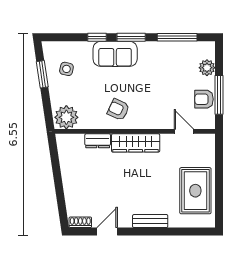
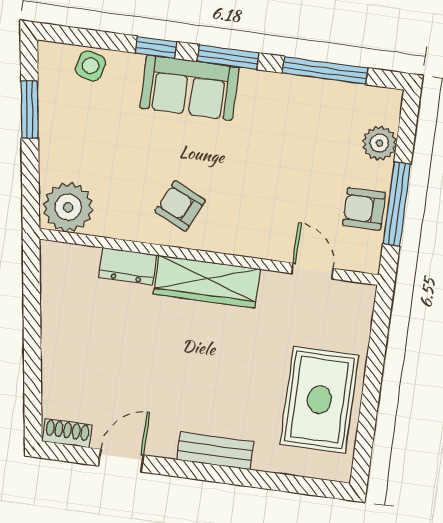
side table: (66, 69) -> (91, 66), moved

